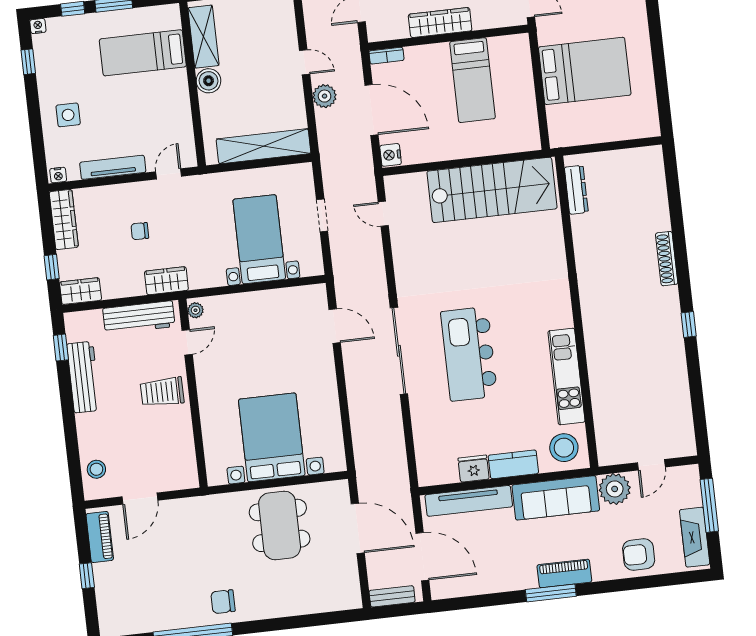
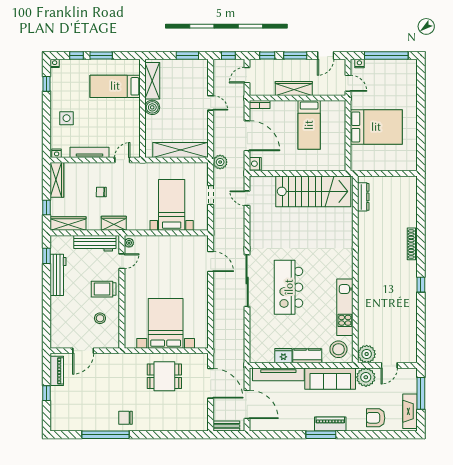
plant: (325, 96) -> (220, 162), moved
wardrobe: (81, 291) -> (68, 224), width x1.50
plant: (612, 450) -> (367, 354), added
stool: (96, 469) -> (100, 318), moved
dining table: (280, 525) -> (164, 376), width x0.73

